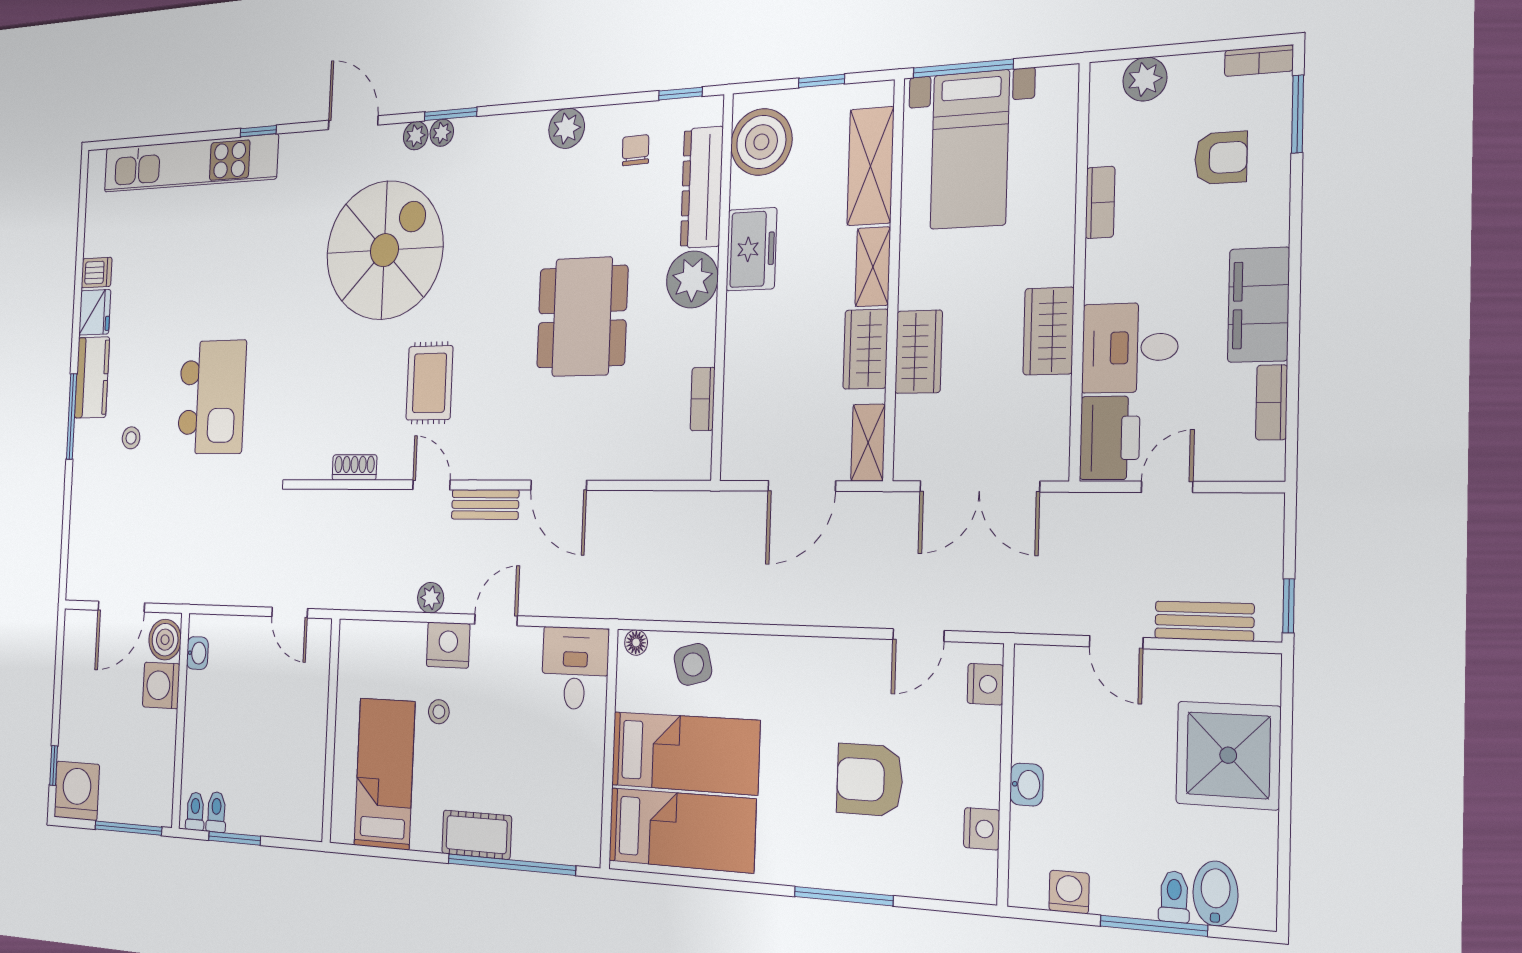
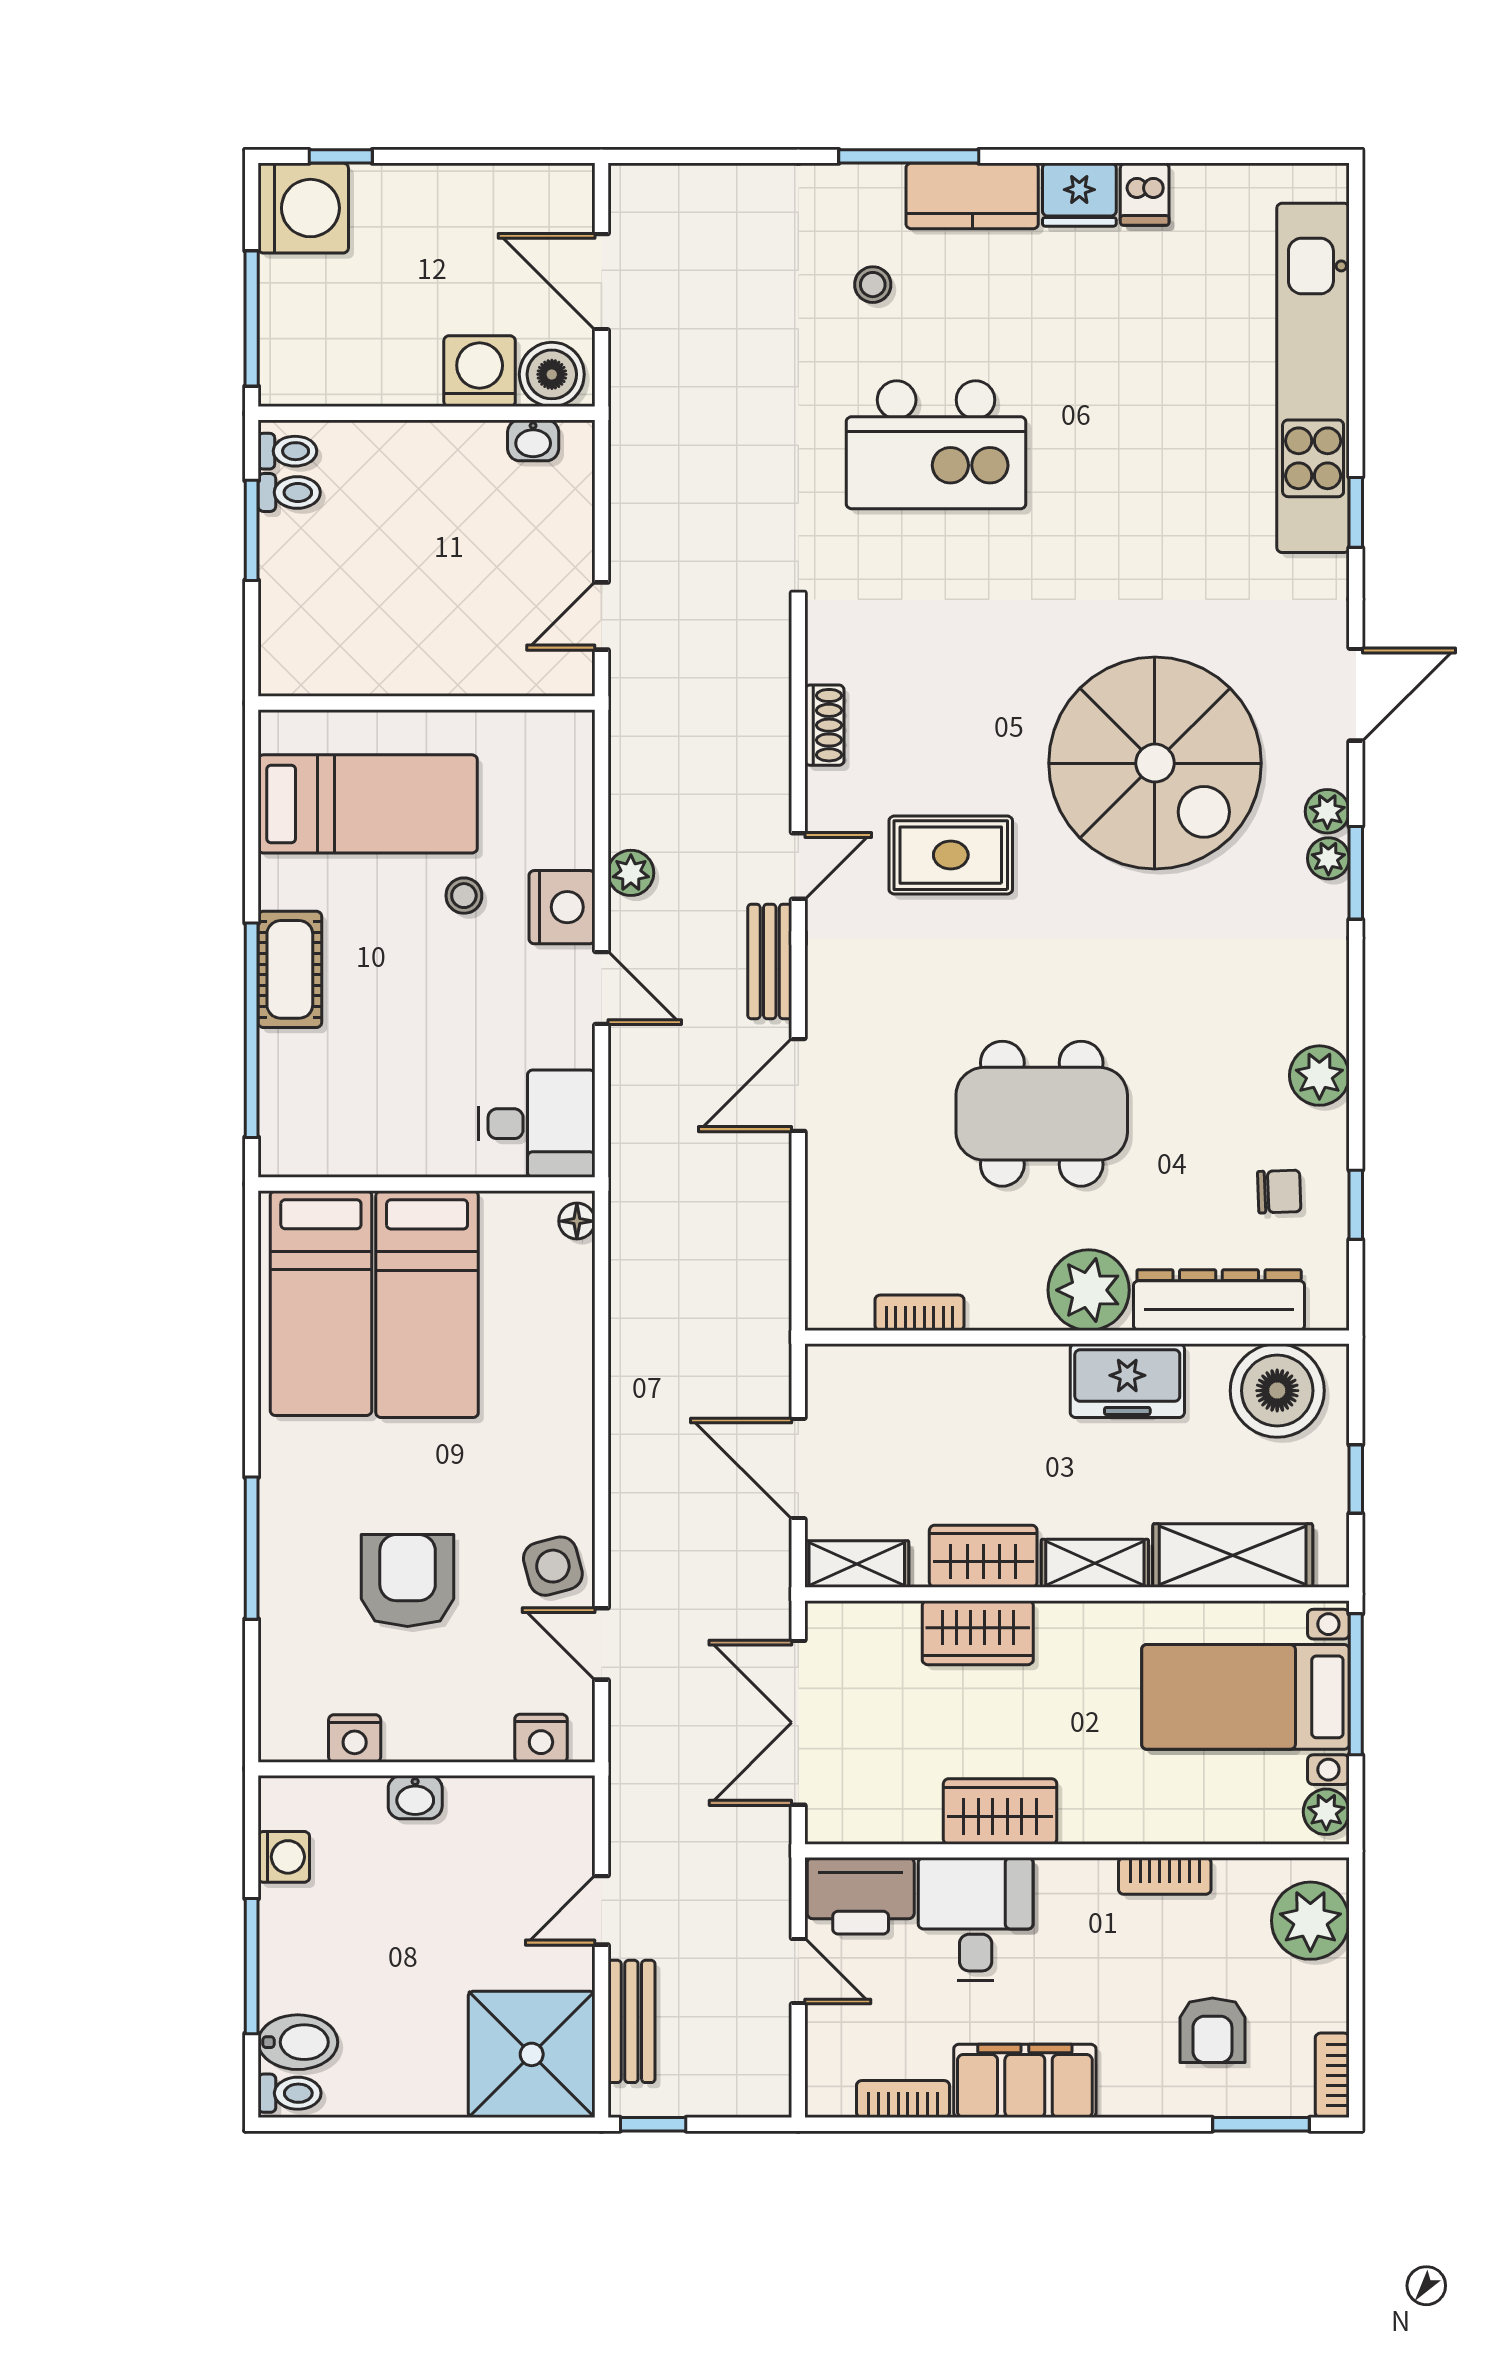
plant: (1145, 79) -> (1310, 1921), width x1.36, depth x1.36
plant: (1055, 82) -> (1326, 1812), added
window: (680, 94) -> (1356, 1205), moved
side table: (693, 664) -> (553, 1566), moved
shower: (1228, 755) -> (532, 2054), moved
toilet: (1174, 897) -> (290, 2093), moved

